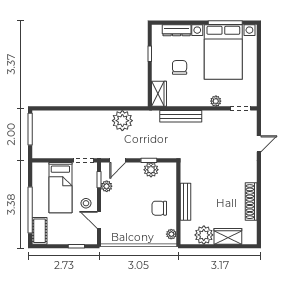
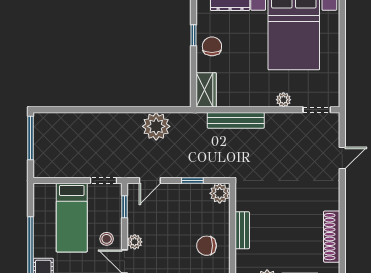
chair: (180, 67) -> (212, 46), moved
plant: (151, 170) -> (220, 193), moved
plant: (107, 186) -> (135, 242), moved
bench: (186, 202) -> (242, 230), width x0.73

